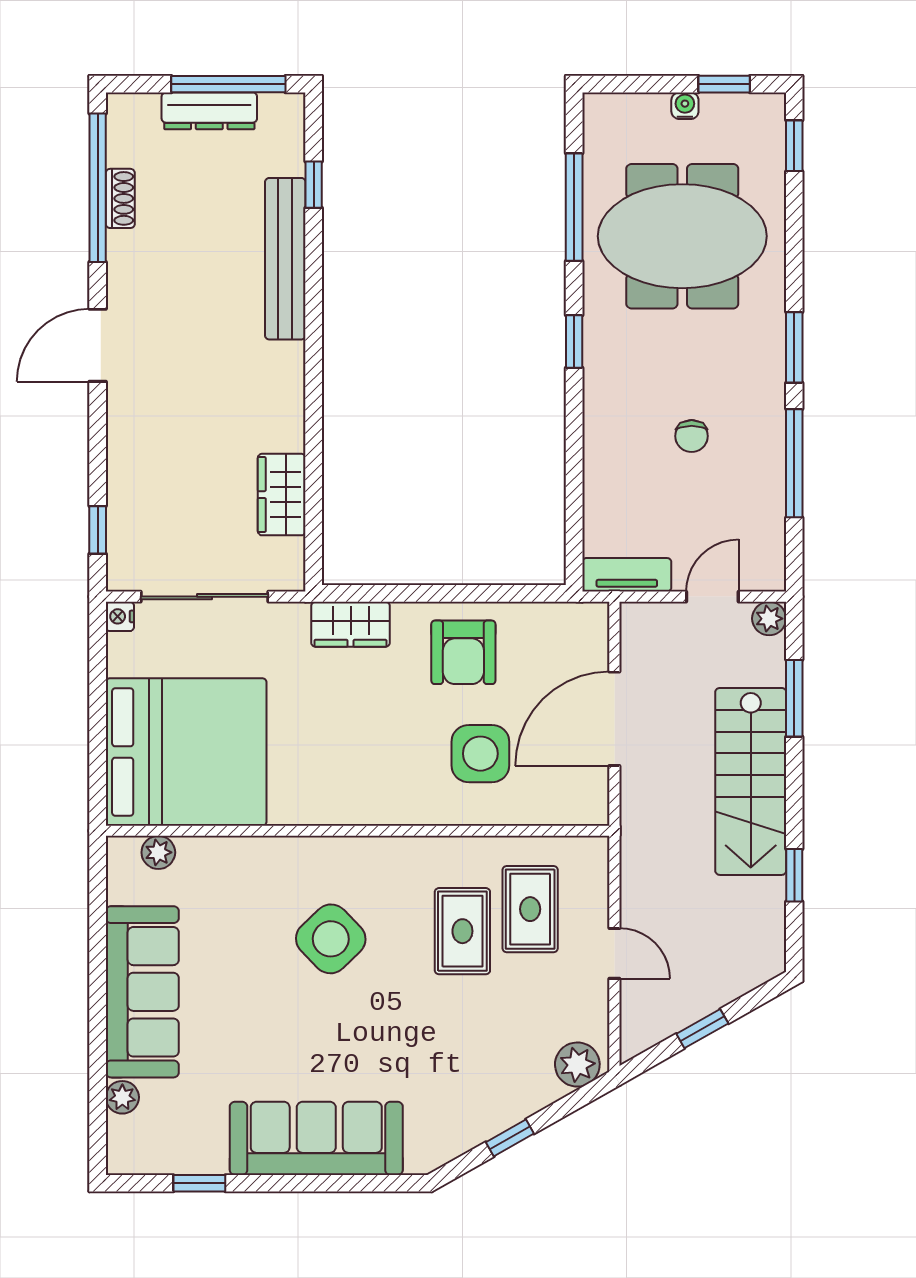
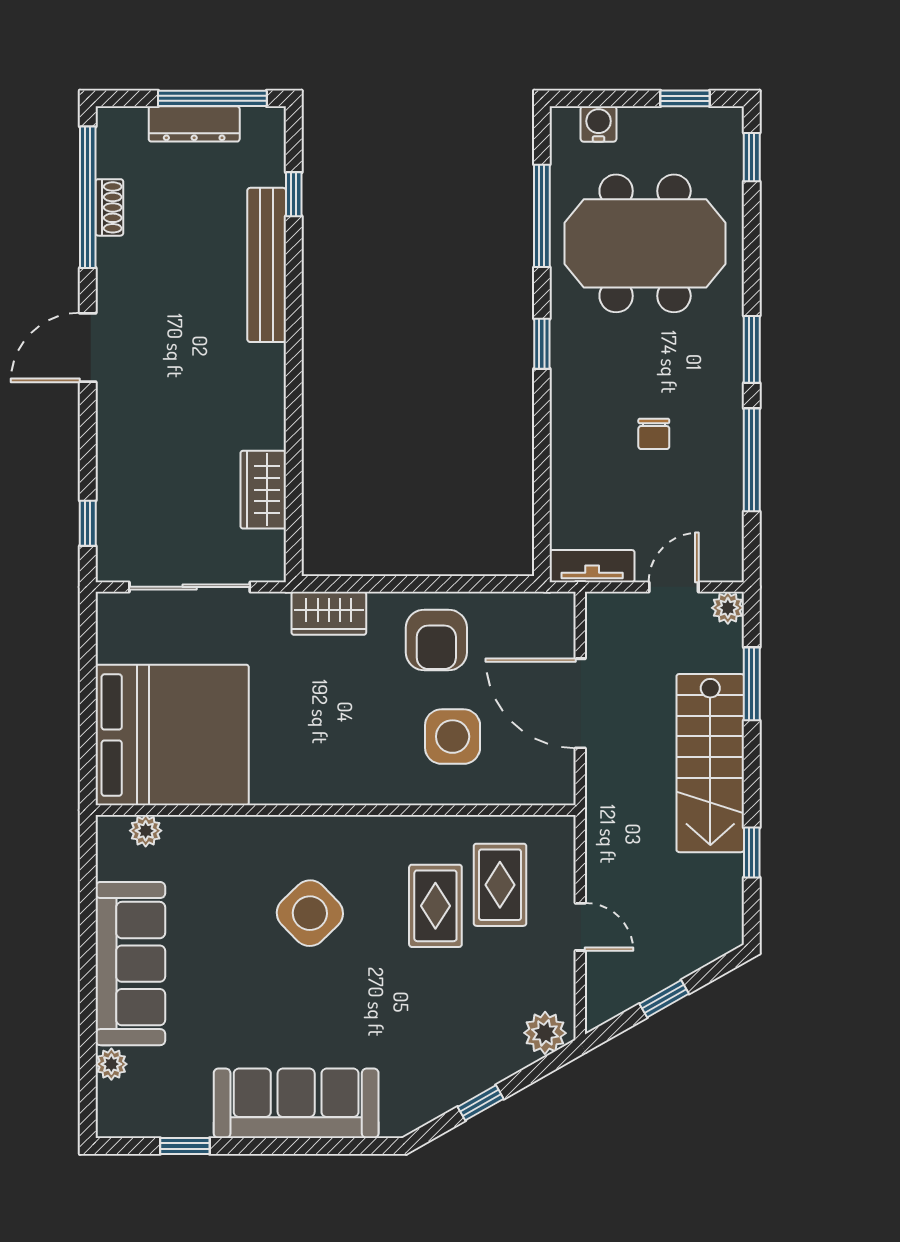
water cooler: (685, 106) -> (599, 124), moved, width x1.38, depth x1.38
nightstand: (120, 616) -> (109, 606), removed
door: (614, 719) -> (580, 703), hinge flipped

